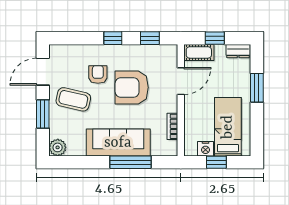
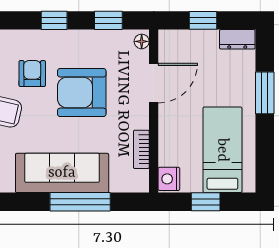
cot: (199, 52) -> (180, 41), removed
floor lamp: (173, 53) -> (142, 41), added
nightstand: (205, 149) -> (169, 179), moved, turned 90

